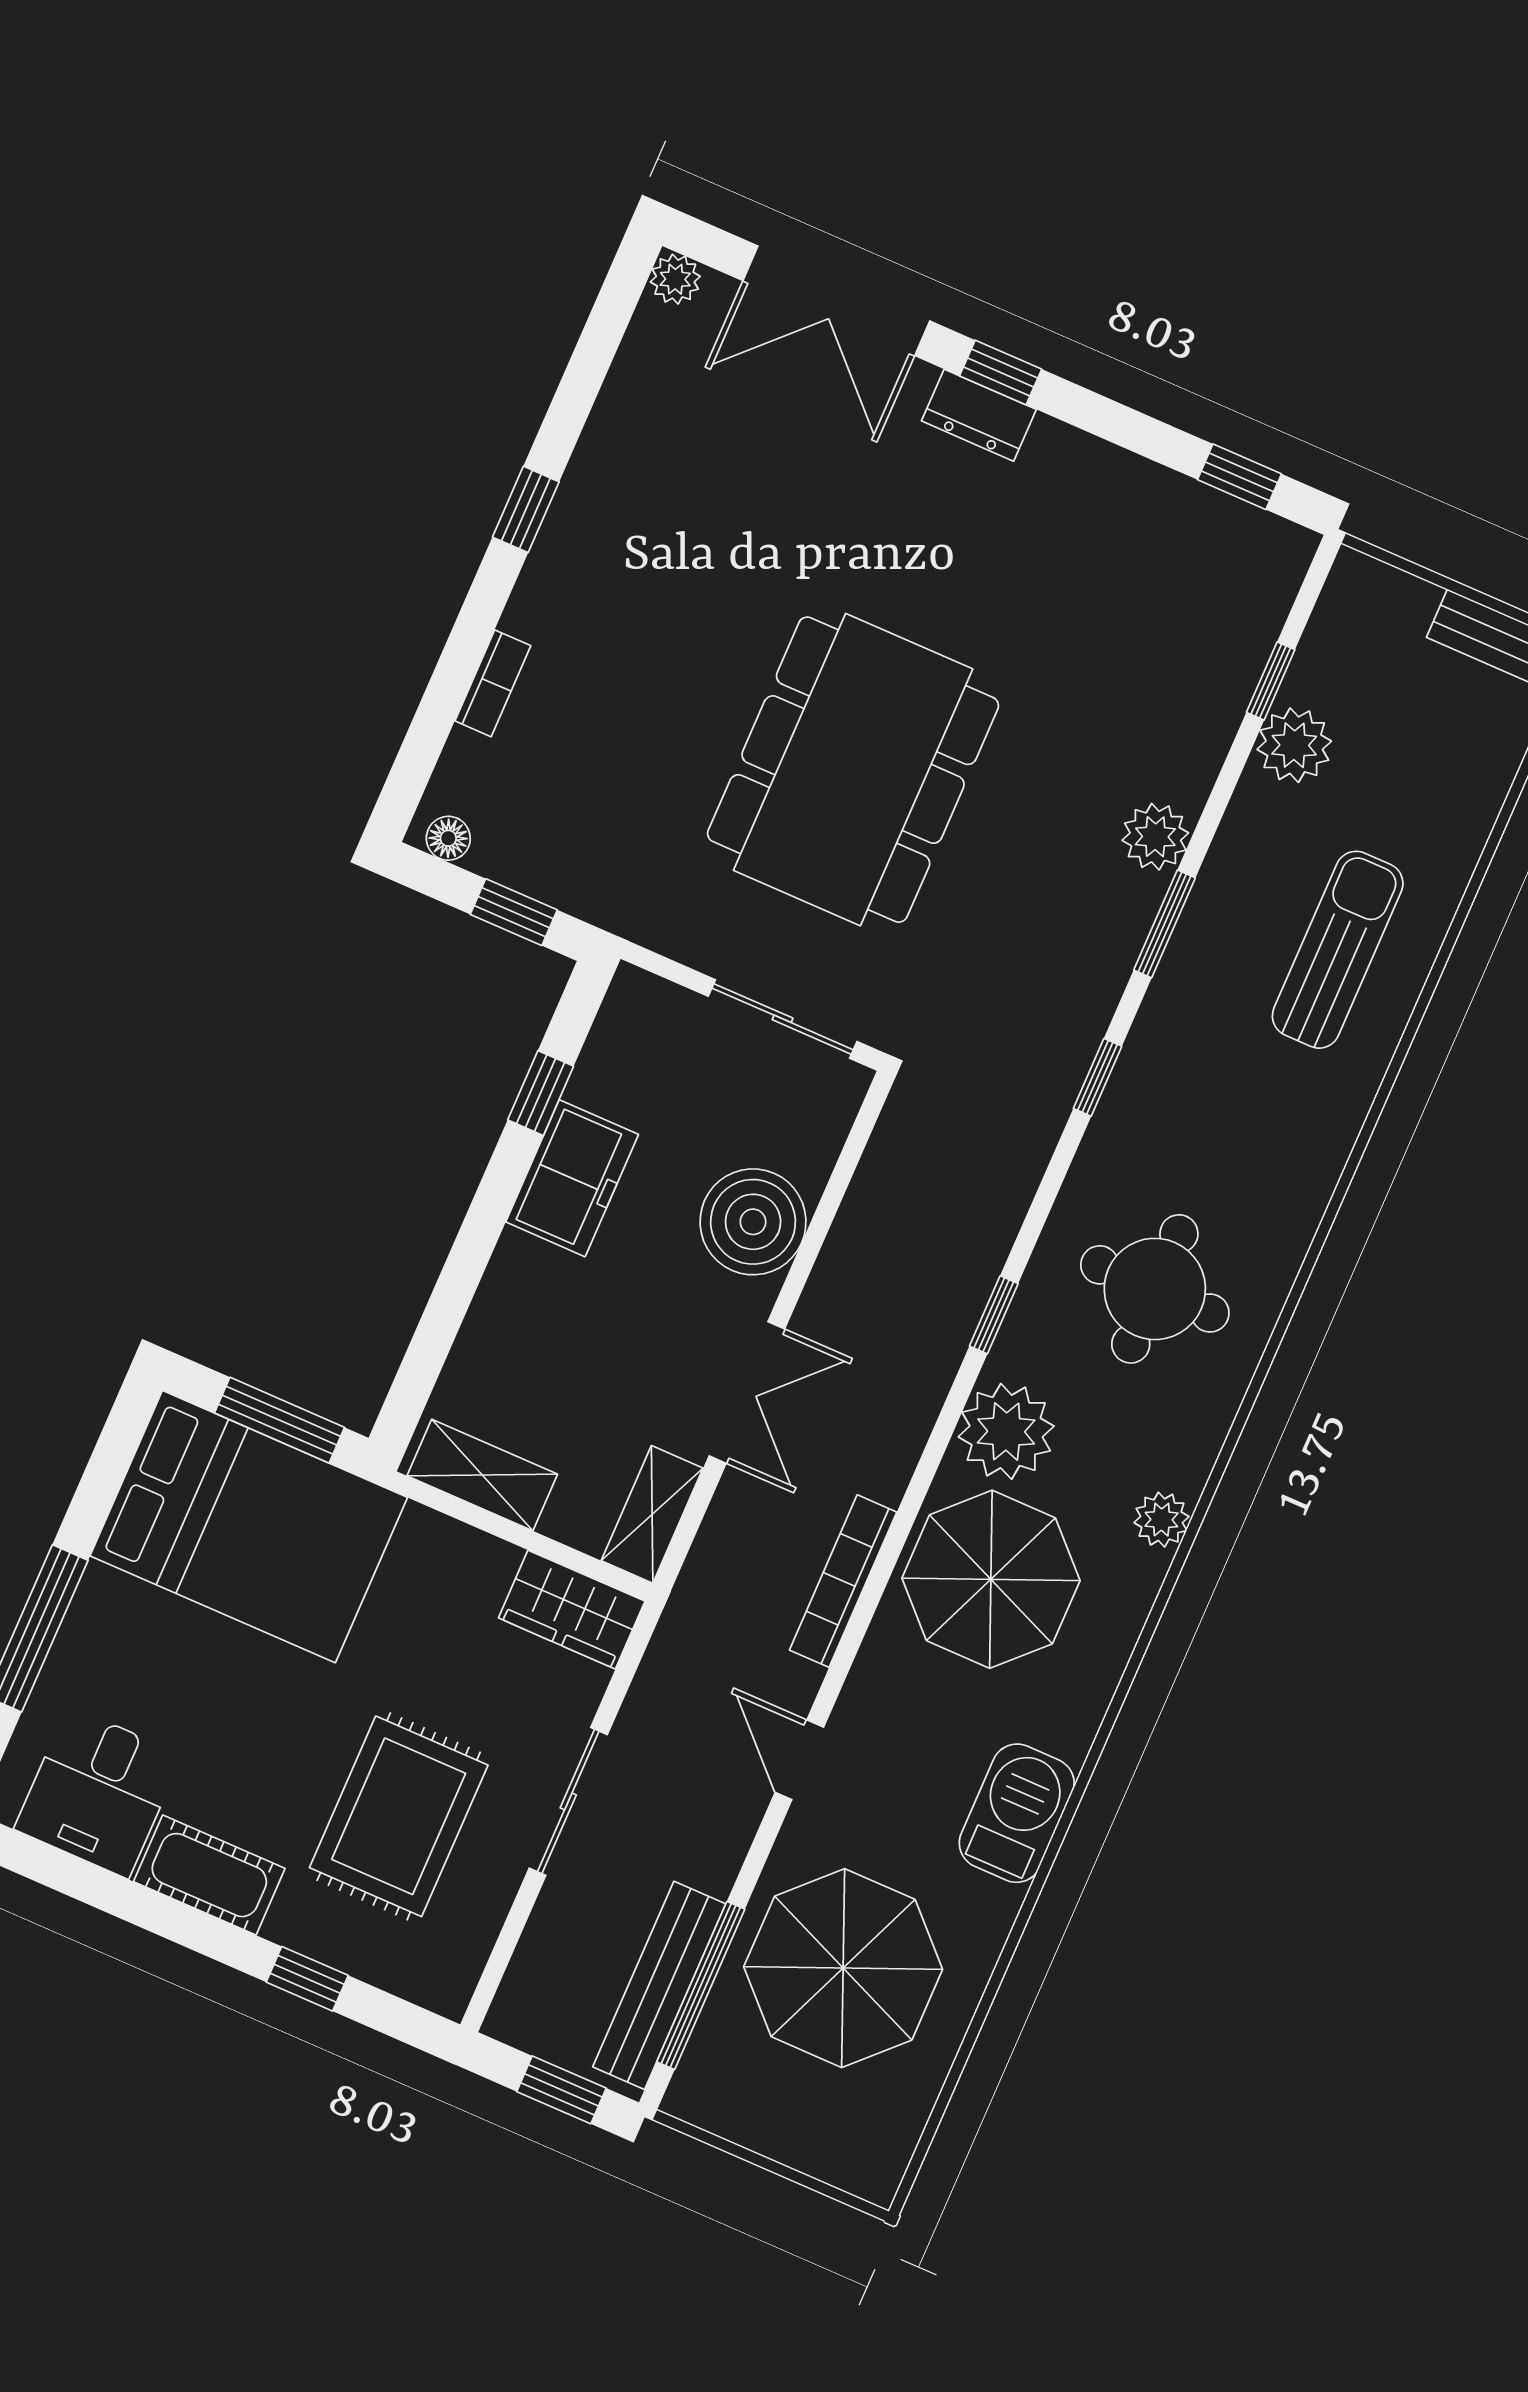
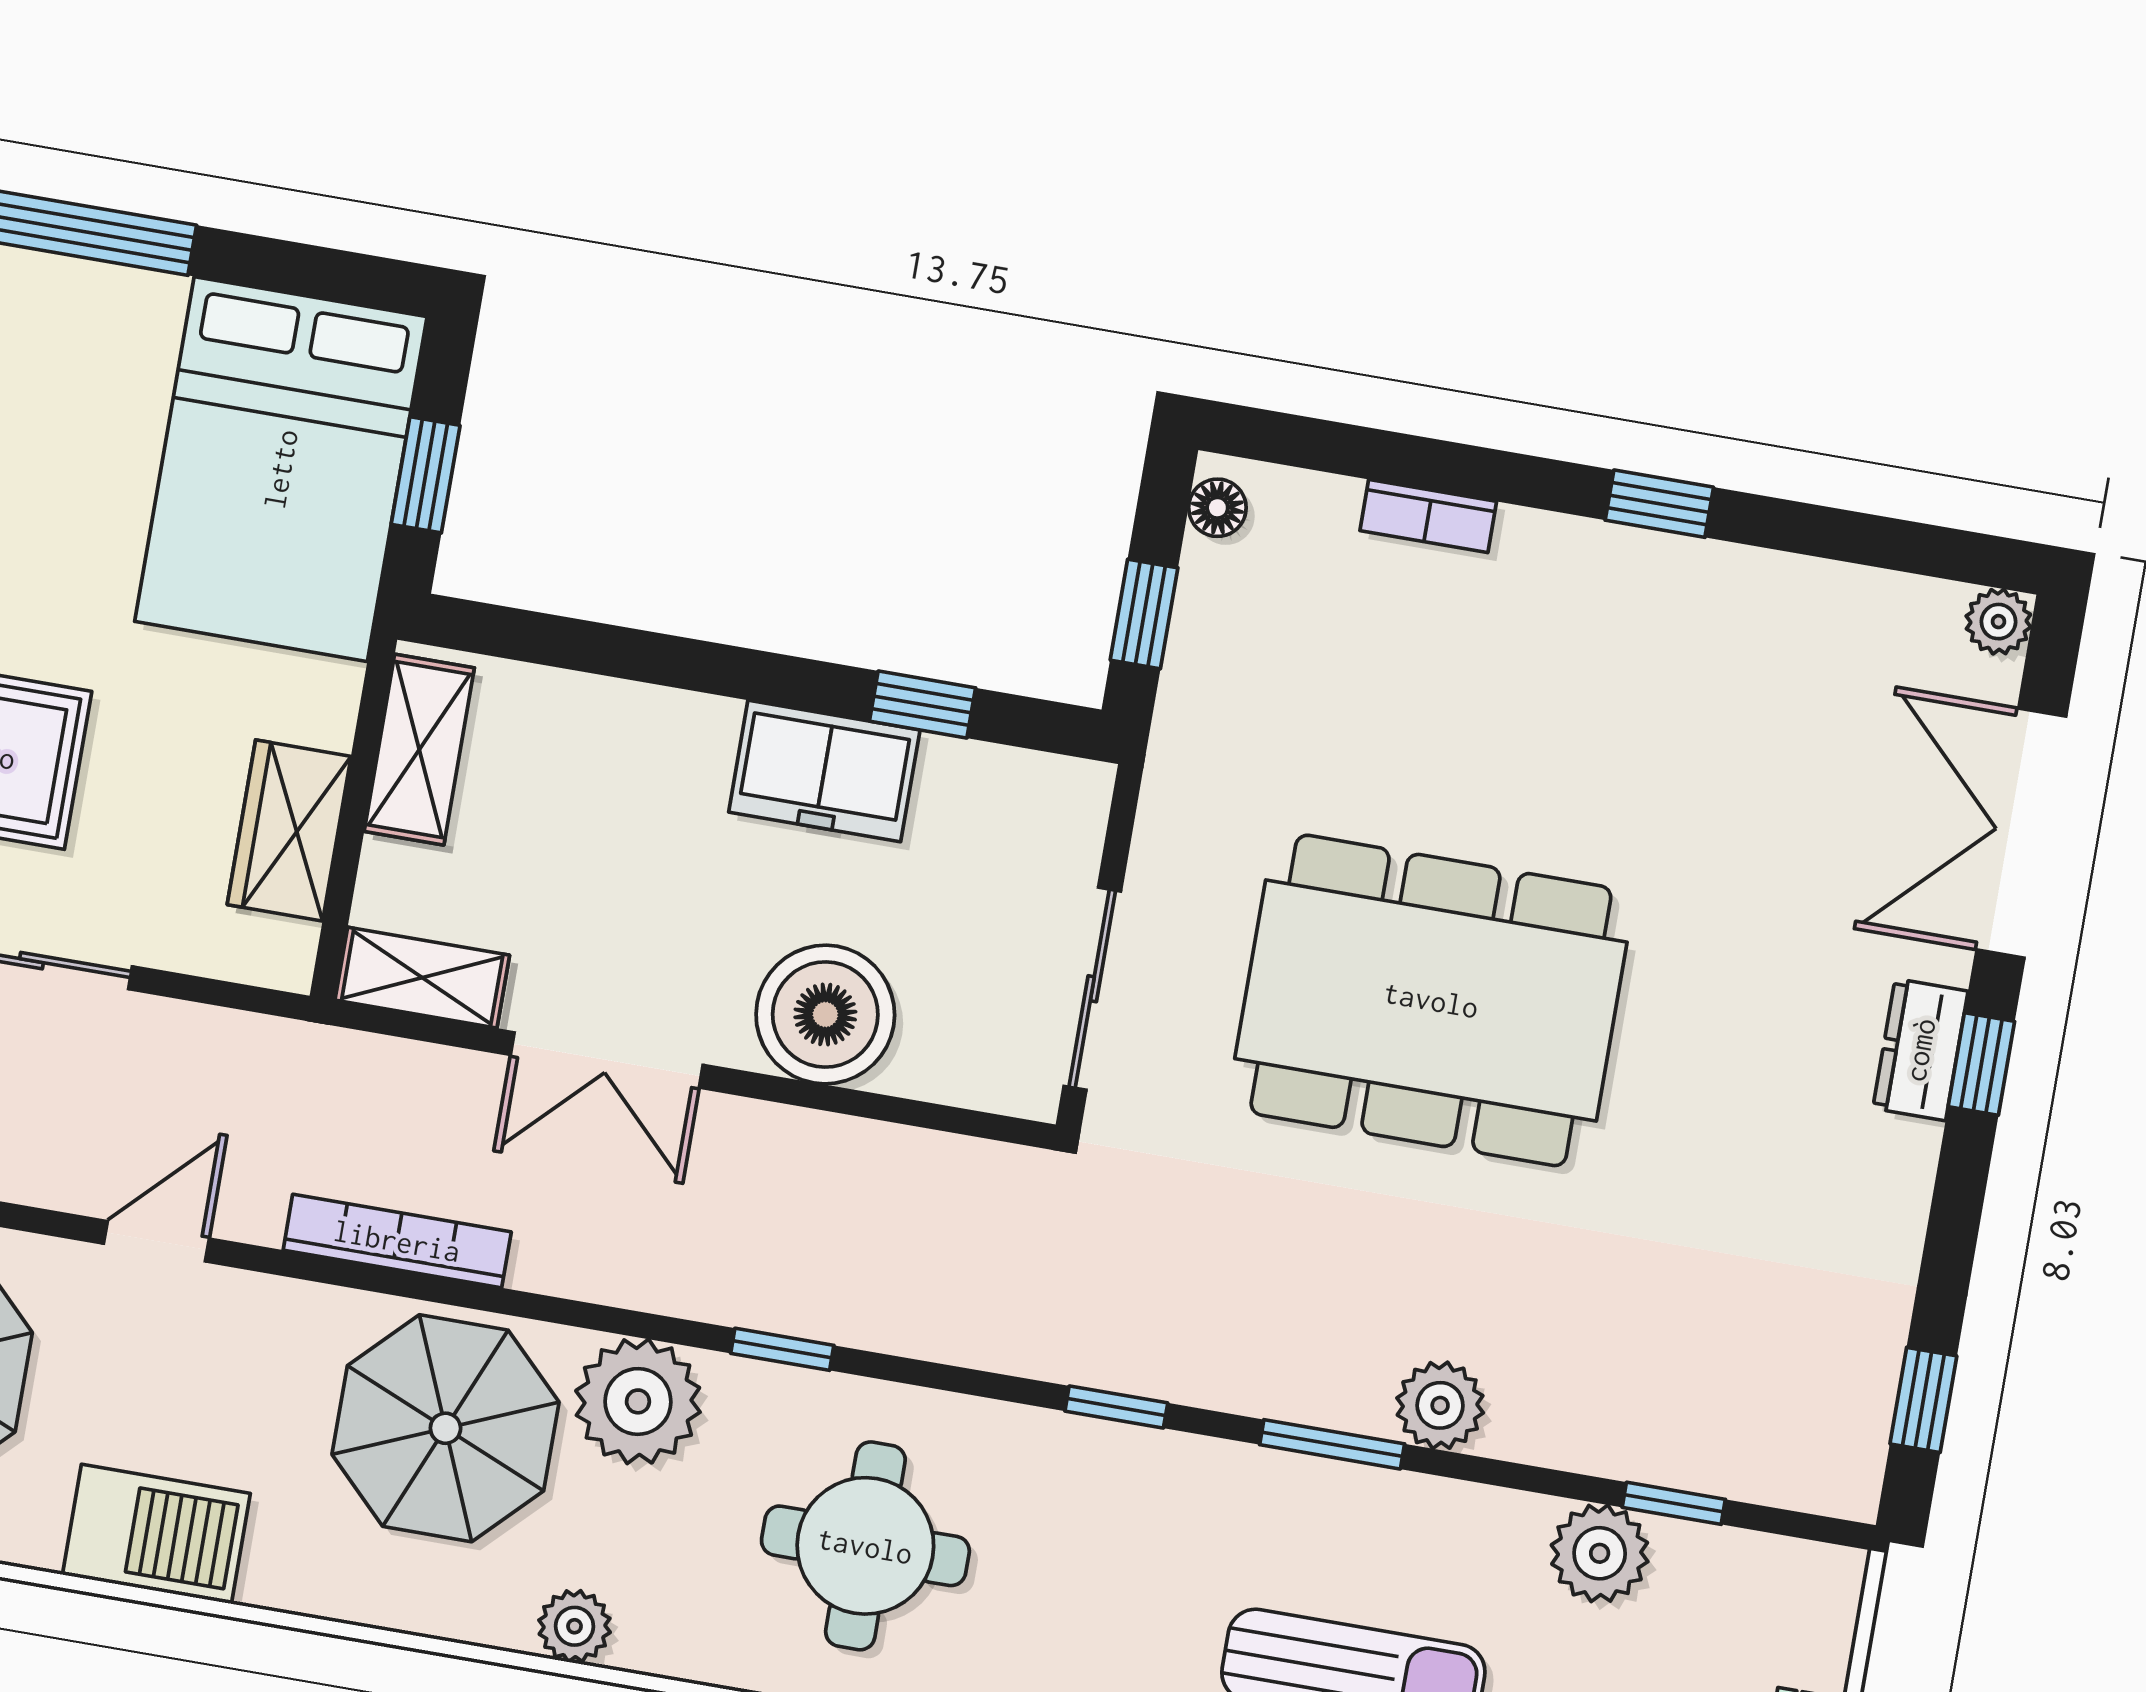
window: (279, 1420) -> (426, 475), width x0.67
wardrobe: (572, 1610) -> (289, 830), moved

